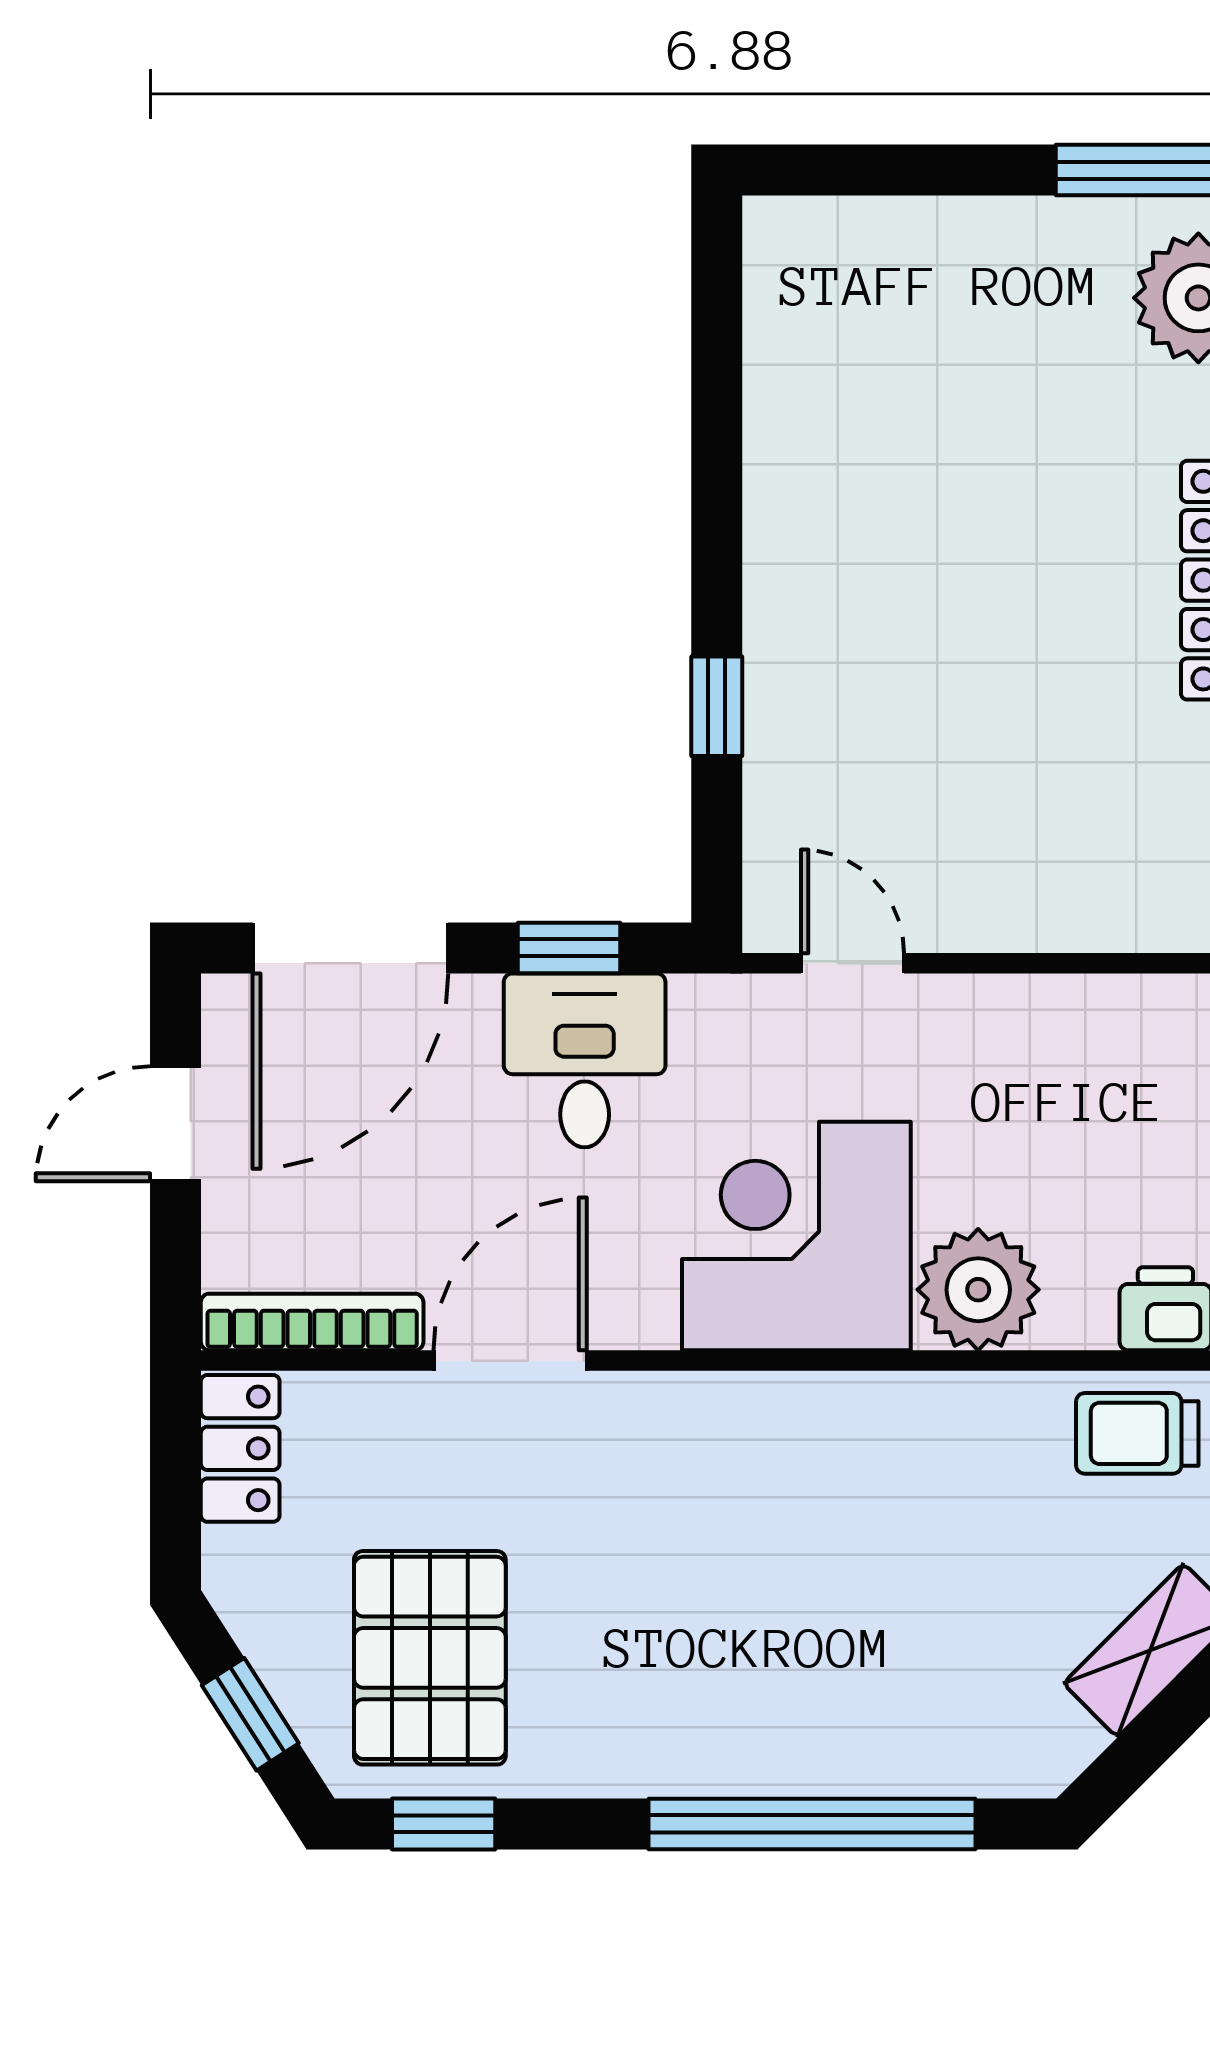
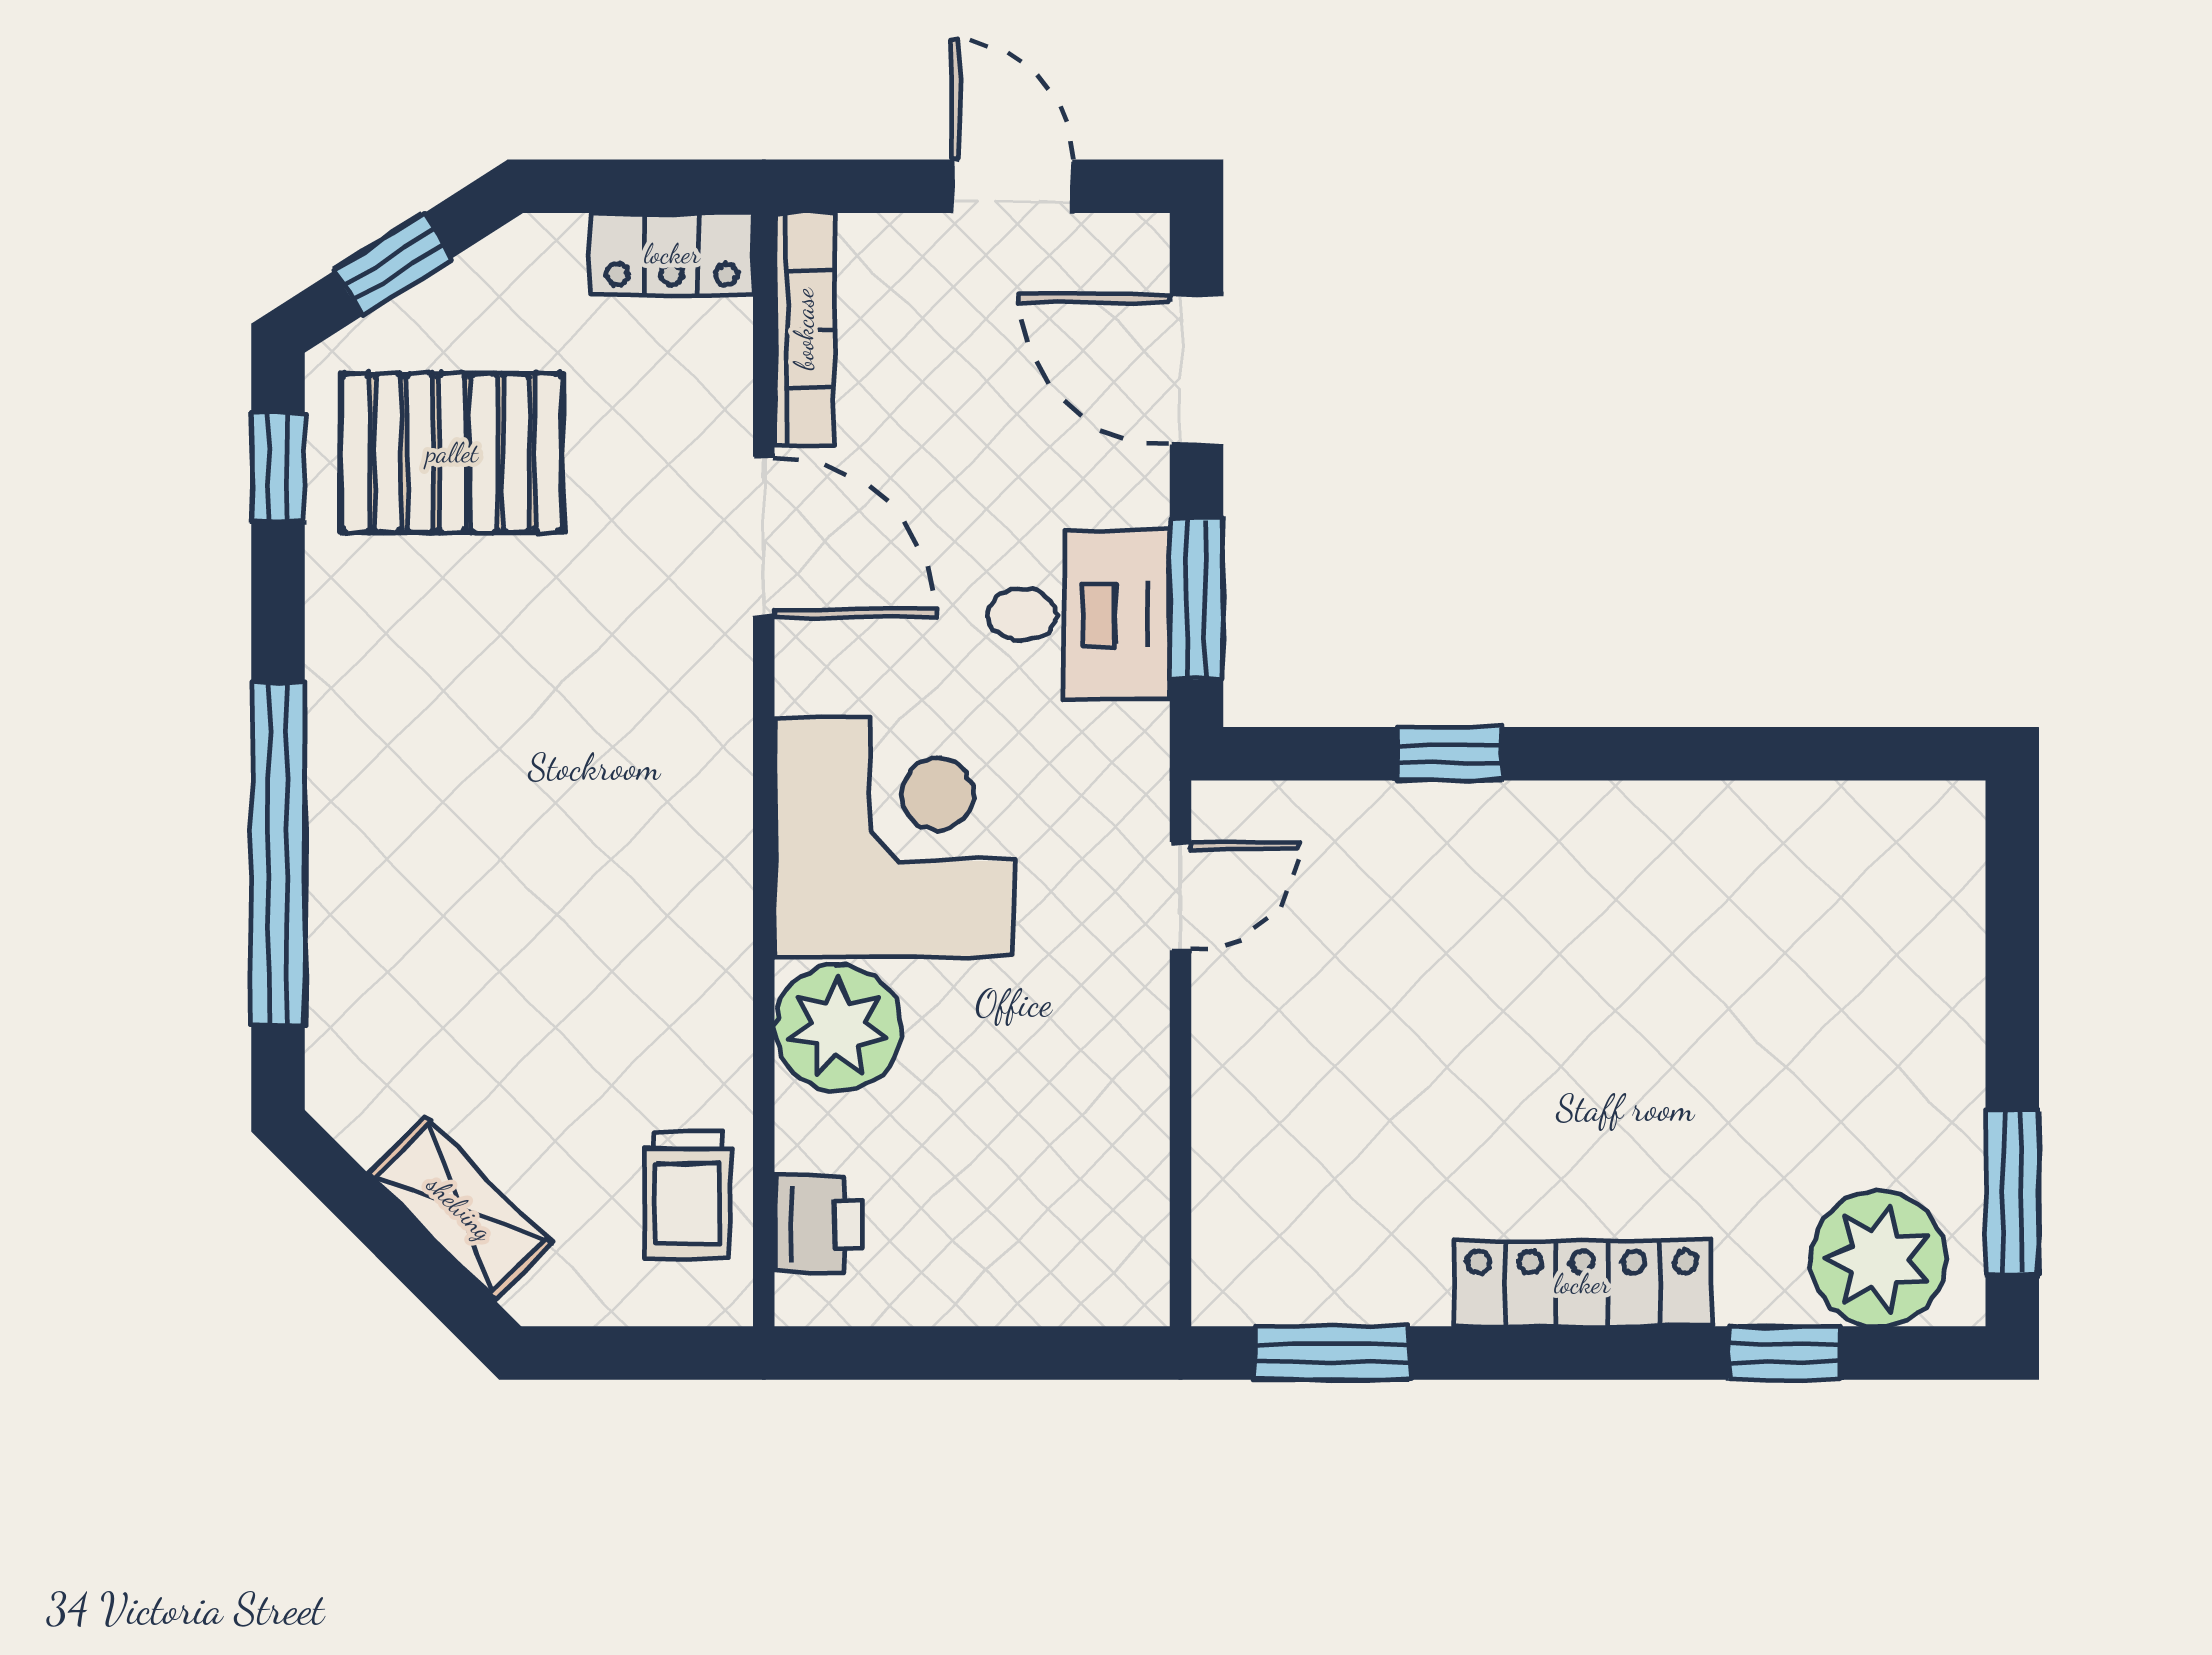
door: (350, 948) -> (1196, 370), width x0.73
window: (569, 948) -> (1196, 599), width x1.50
trolley: (1137, 1433) -> (687, 1195), turned 180

